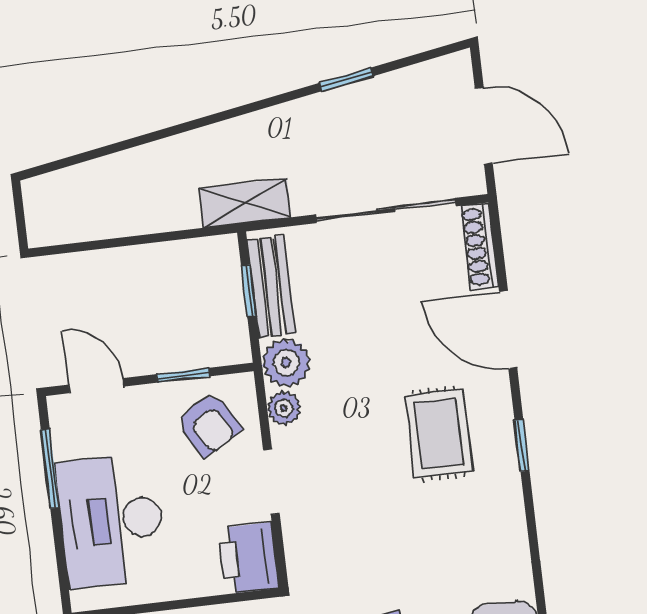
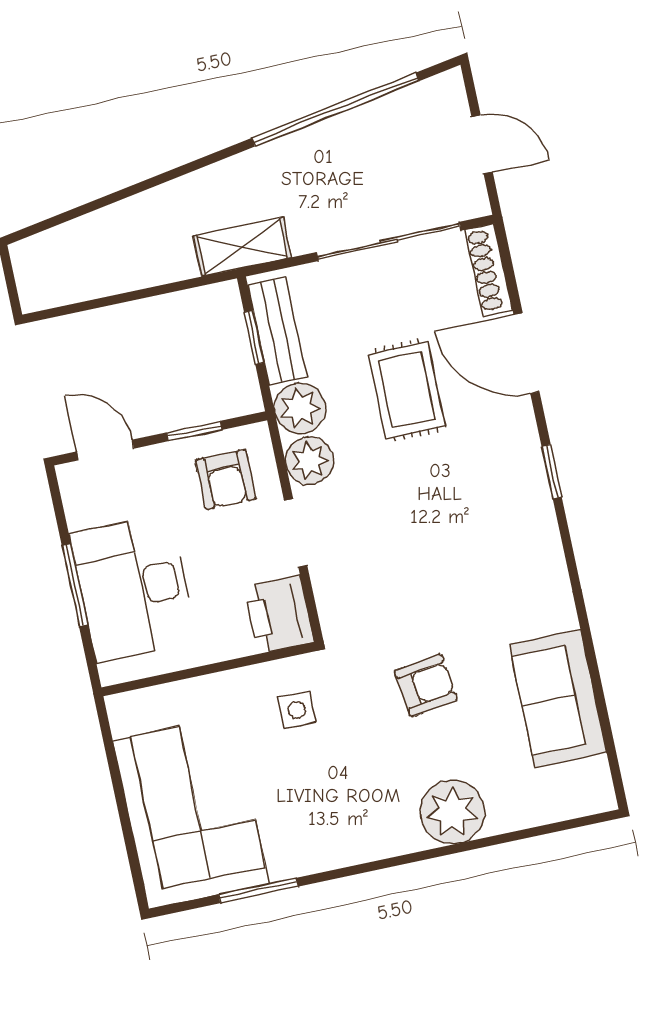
window: (346, 79) -> (336, 109), width x3.17
door: (484, 126) -> (482, 144), width x0.73
plant: (284, 408) -> (310, 461), width x1.38, depth x1.38
armchair: (209, 424) -> (226, 480), turned 31
rug: (439, 434) -> (407, 390), moved
window: (50, 469) -> (75, 585), moved

